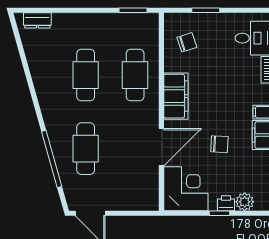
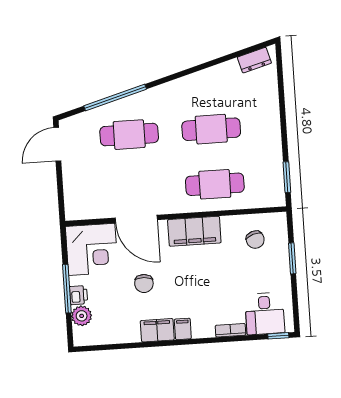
dresser: (37, 20) -> (254, 60), moved, turned -106
window: (219, 213) -> (67, 289), width x2.17

